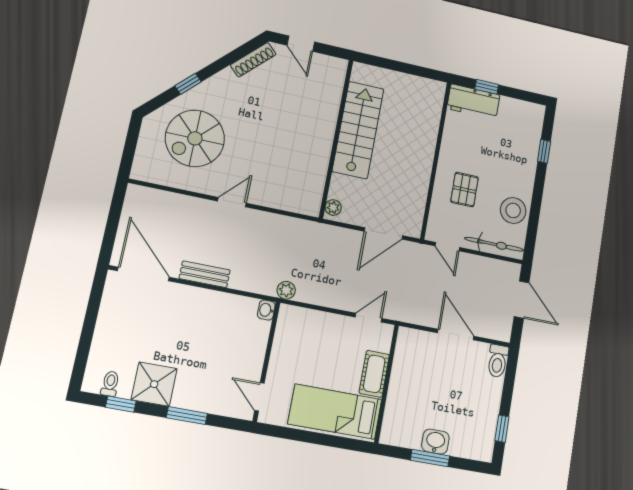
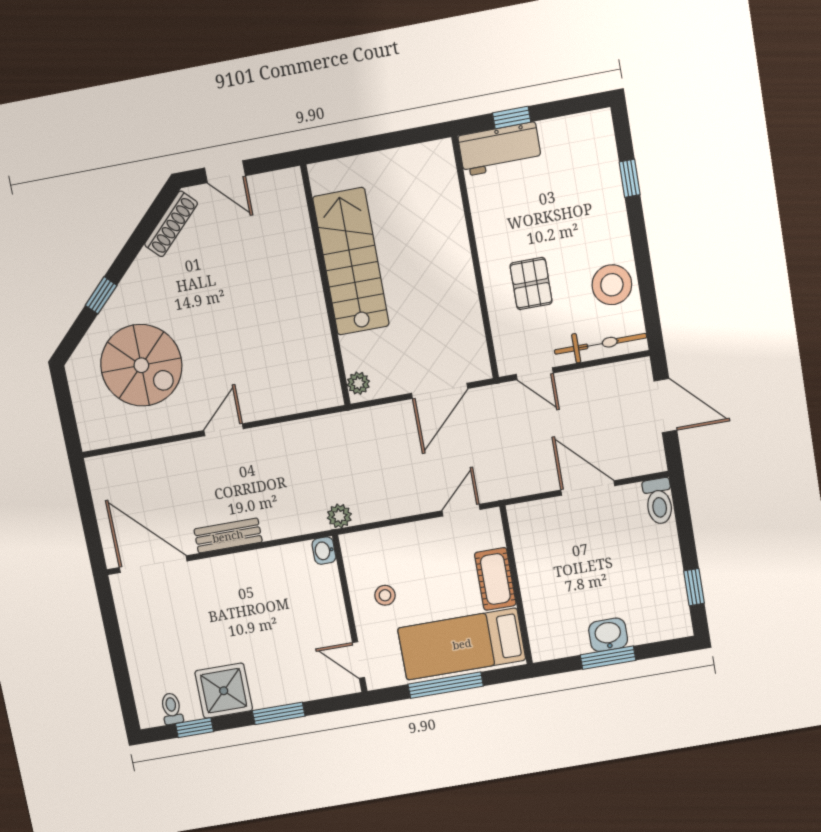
spiral stairs: (195, 138) -> (141, 365), turned -90
stool: (296, 357) -> (385, 595), added
window: (313, 438) -> (446, 685), added

